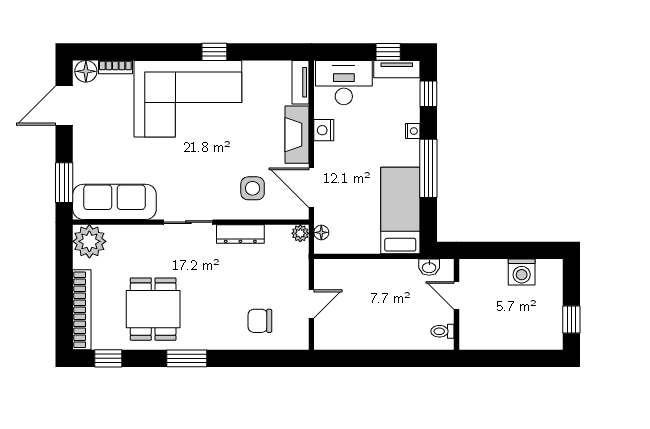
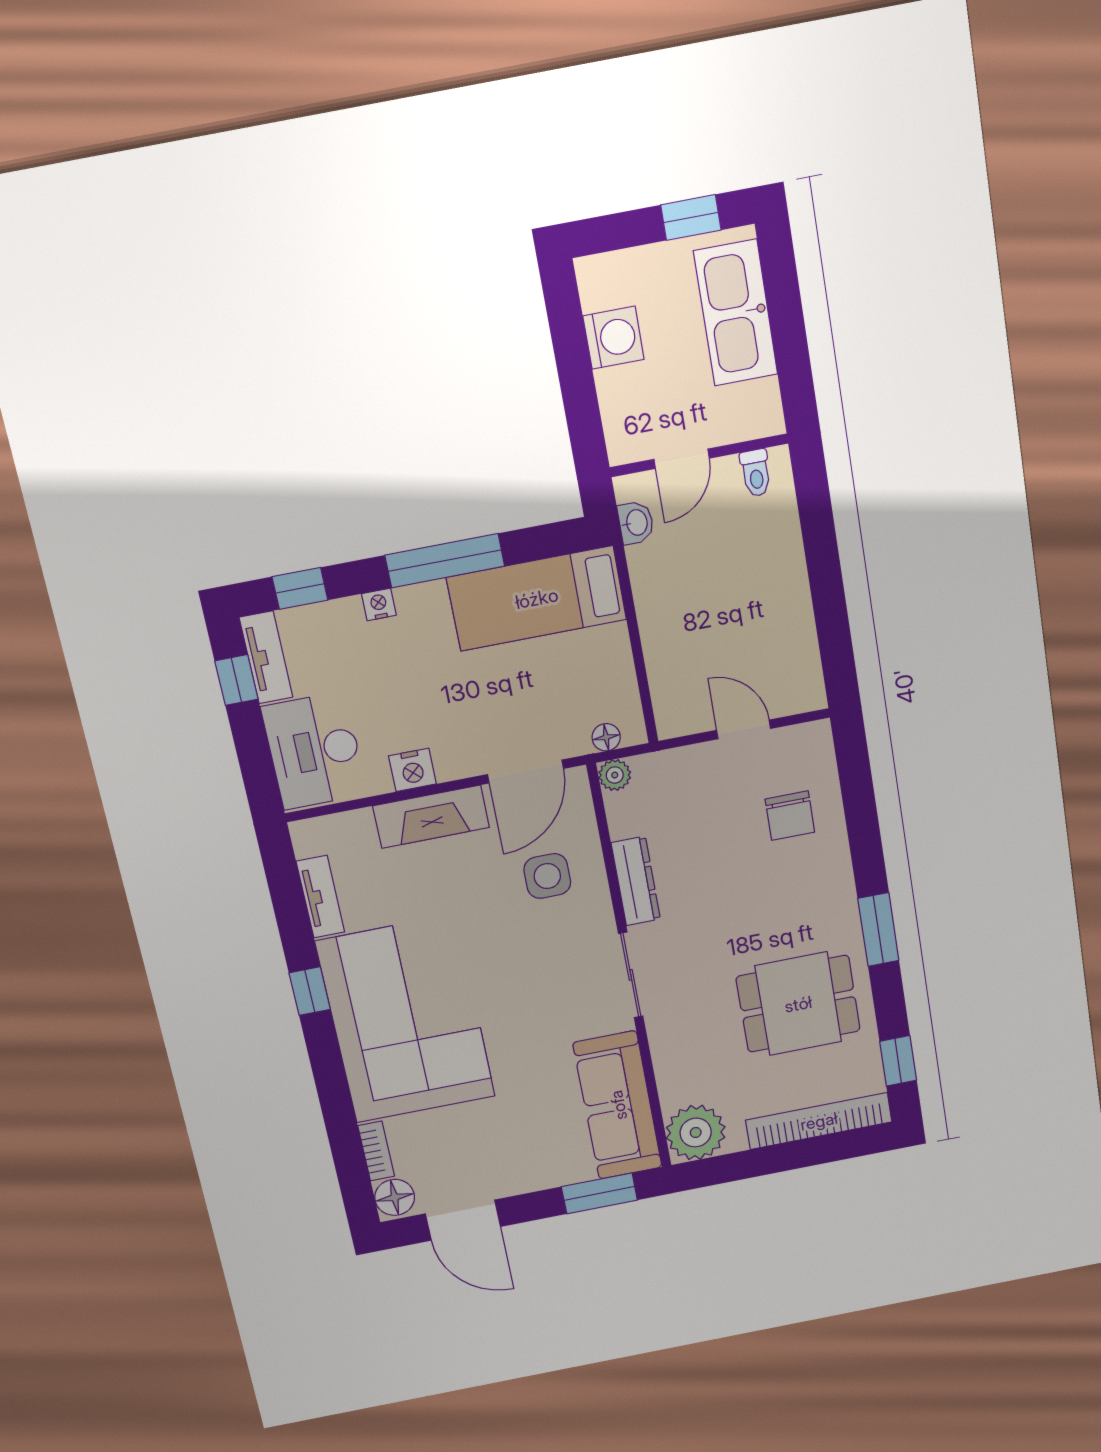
tv unit: (300, 82) -> (320, 897), moved, turned -90
kitchen sink: (522, 334) -> (736, 313), added

